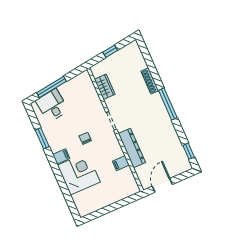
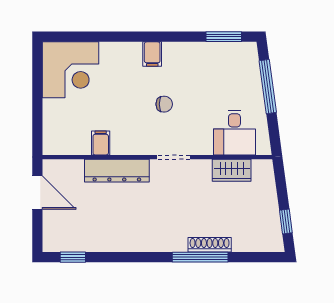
window: (110, 51) -> (286, 222), moved
window: (168, 104) -> (200, 257), moved
desk: (52, 105) -> (234, 133), moved, turned 98
window: (42, 138) -> (224, 37), moved
corner desk: (79, 174) -> (70, 70), moved

